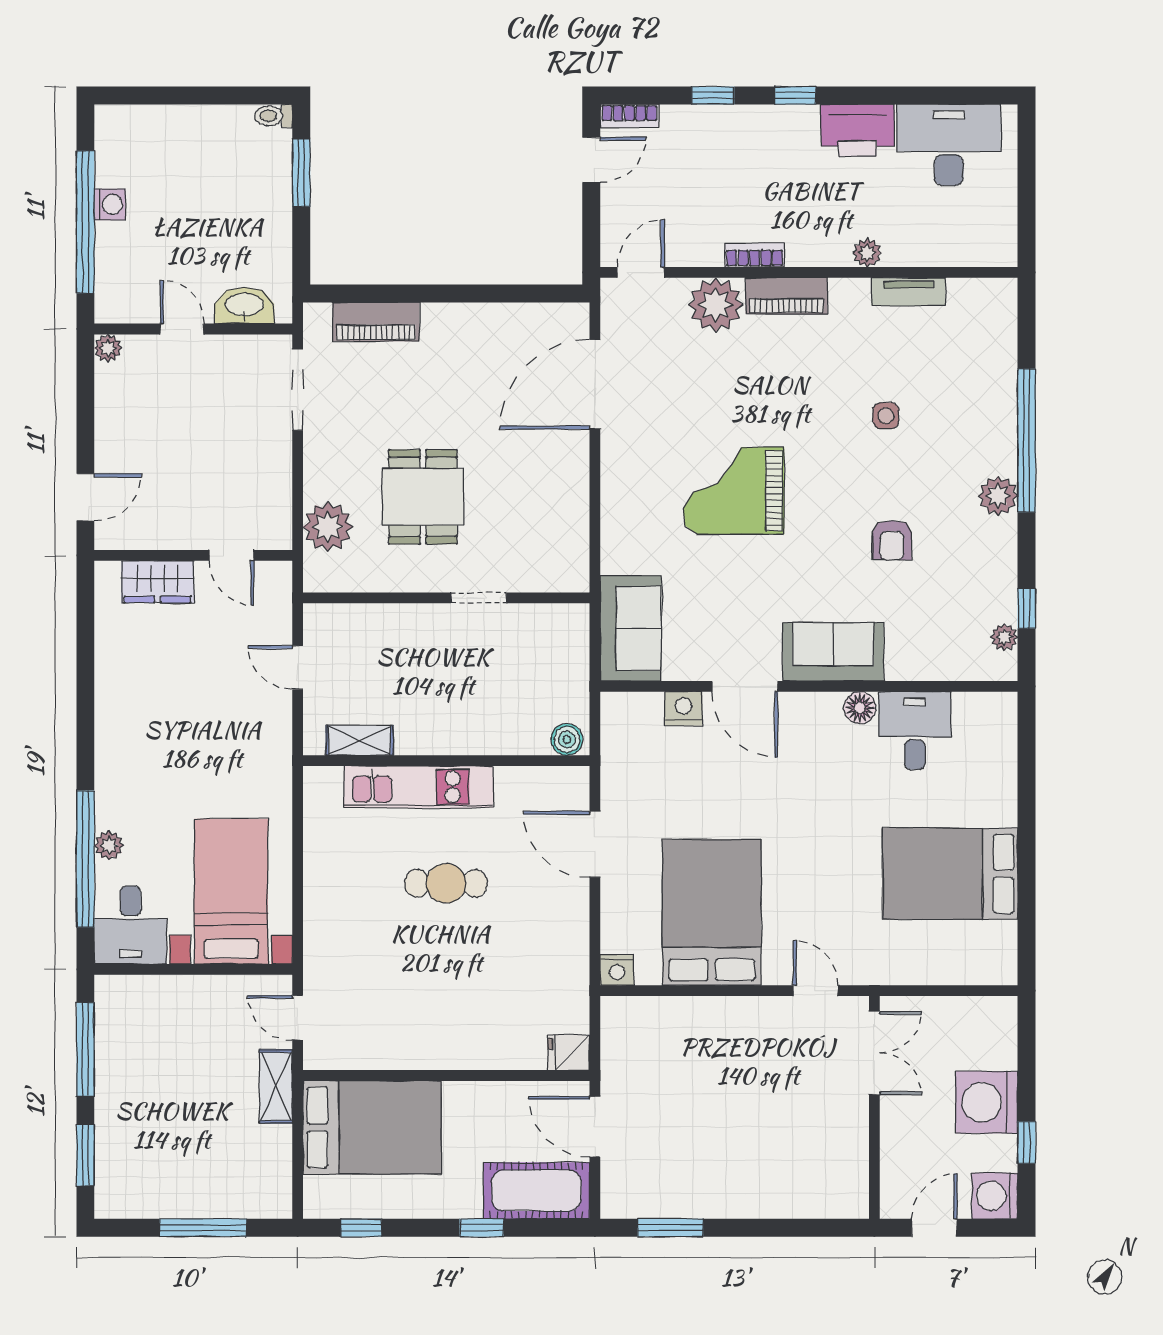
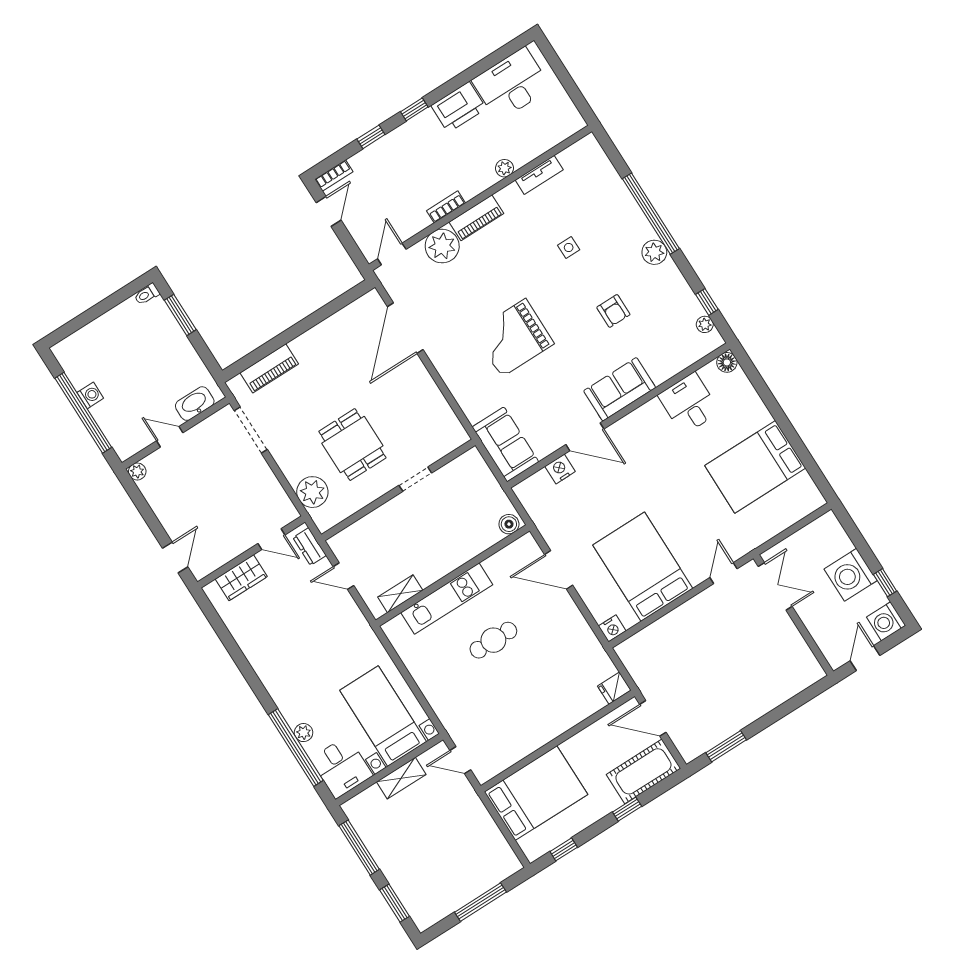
dresser: (277, 598) -> (310, 546), added
floor lamp: (860, 708) -> (727, 362), moved
door: (816, 991) -> (724, 573), hinge flipped
shelving: (276, 1086) -> (401, 778), moved, turned 90

